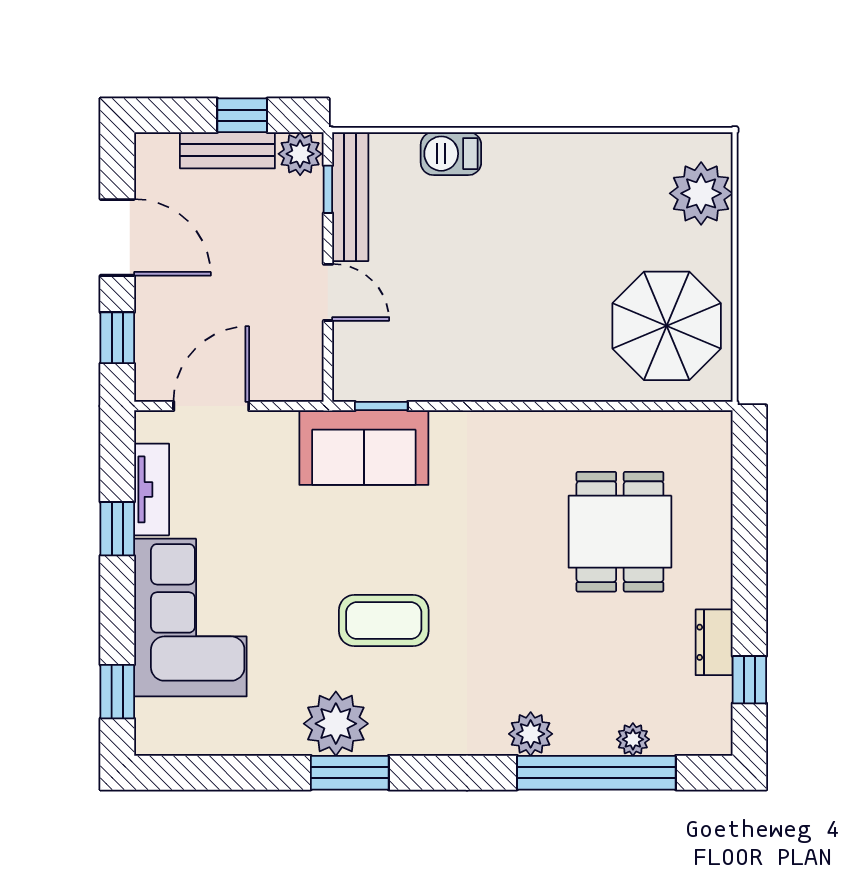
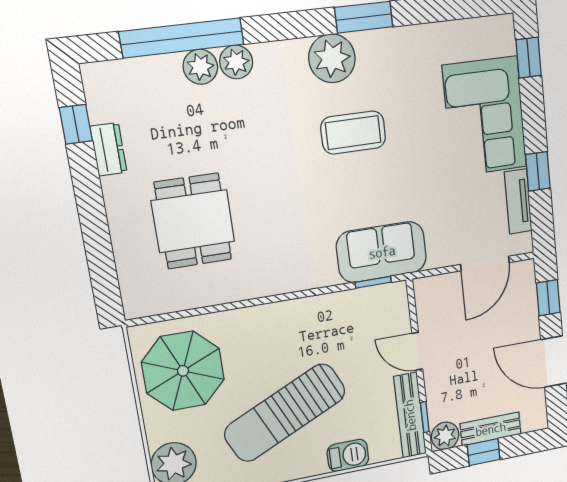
sun lounger: (534, 237) -> (285, 413), added
plant: (336, 724) -> (332, 58), moved
plant: (633, 739) -> (200, 67), moved, width x1.38, depth x1.38

